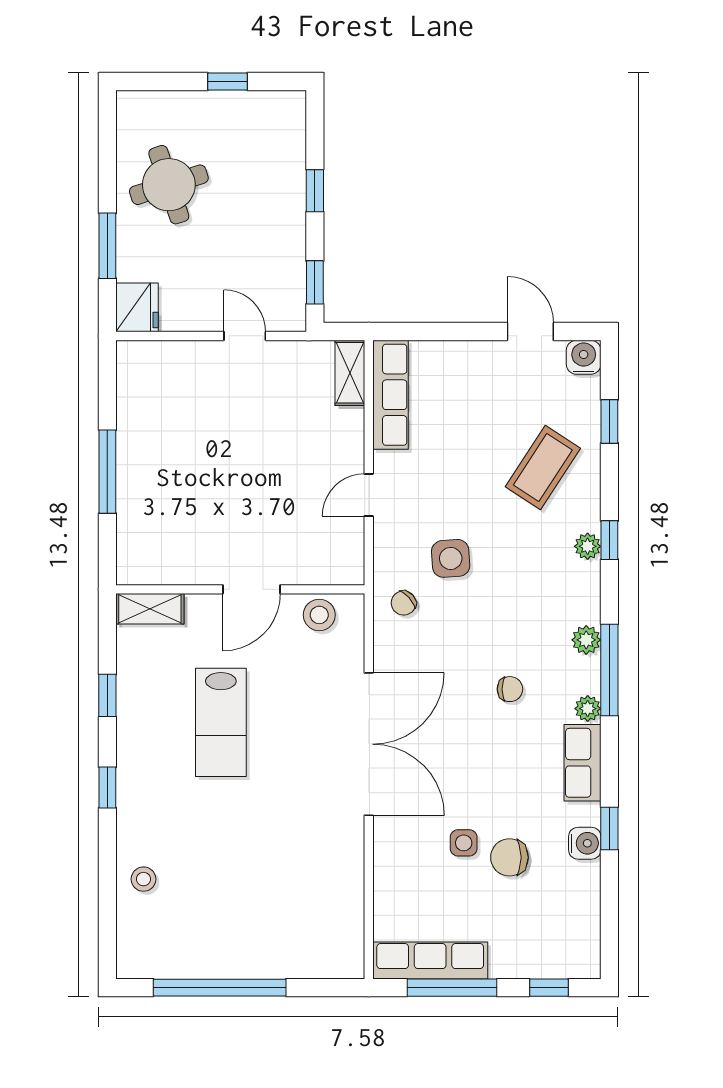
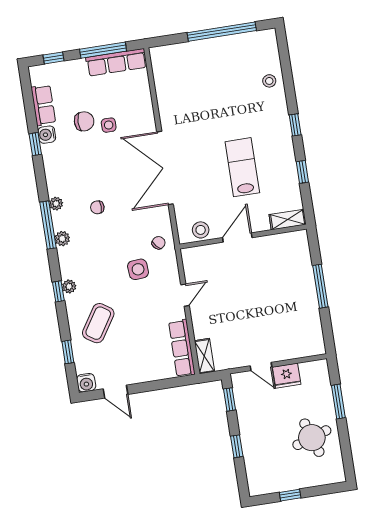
fridge: (137, 307) -> (287, 376), moved, turned -90
row of seats: (582, 763) -> (43, 105), moved

